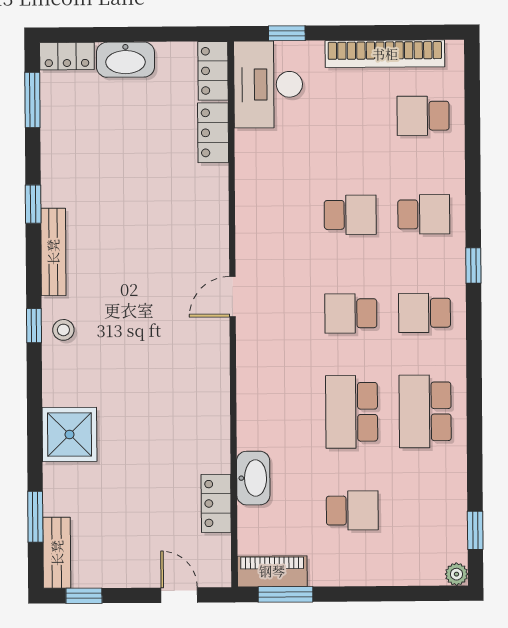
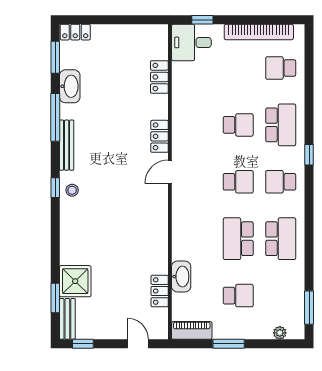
washbasin: (125, 60) -> (70, 86), moved, turned -90
locker: (213, 71) -> (160, 136), moved
desk: (268, 84) -> (191, 42), width x0.73
window: (33, 204) -> (55, 117), width x2.17
school desk: (424, 214) -> (281, 125), width x1.85
school desk: (351, 313) -> (238, 182), turned 180
school desk: (425, 411) -> (281, 239), turned 180
shower: (70, 434) -> (75, 281), moved
window: (475, 530) -> (309, 308), width x1.50
plant: (456, 574) -> (280, 333), moved
window: (285, 594) -> (229, 344), moved

